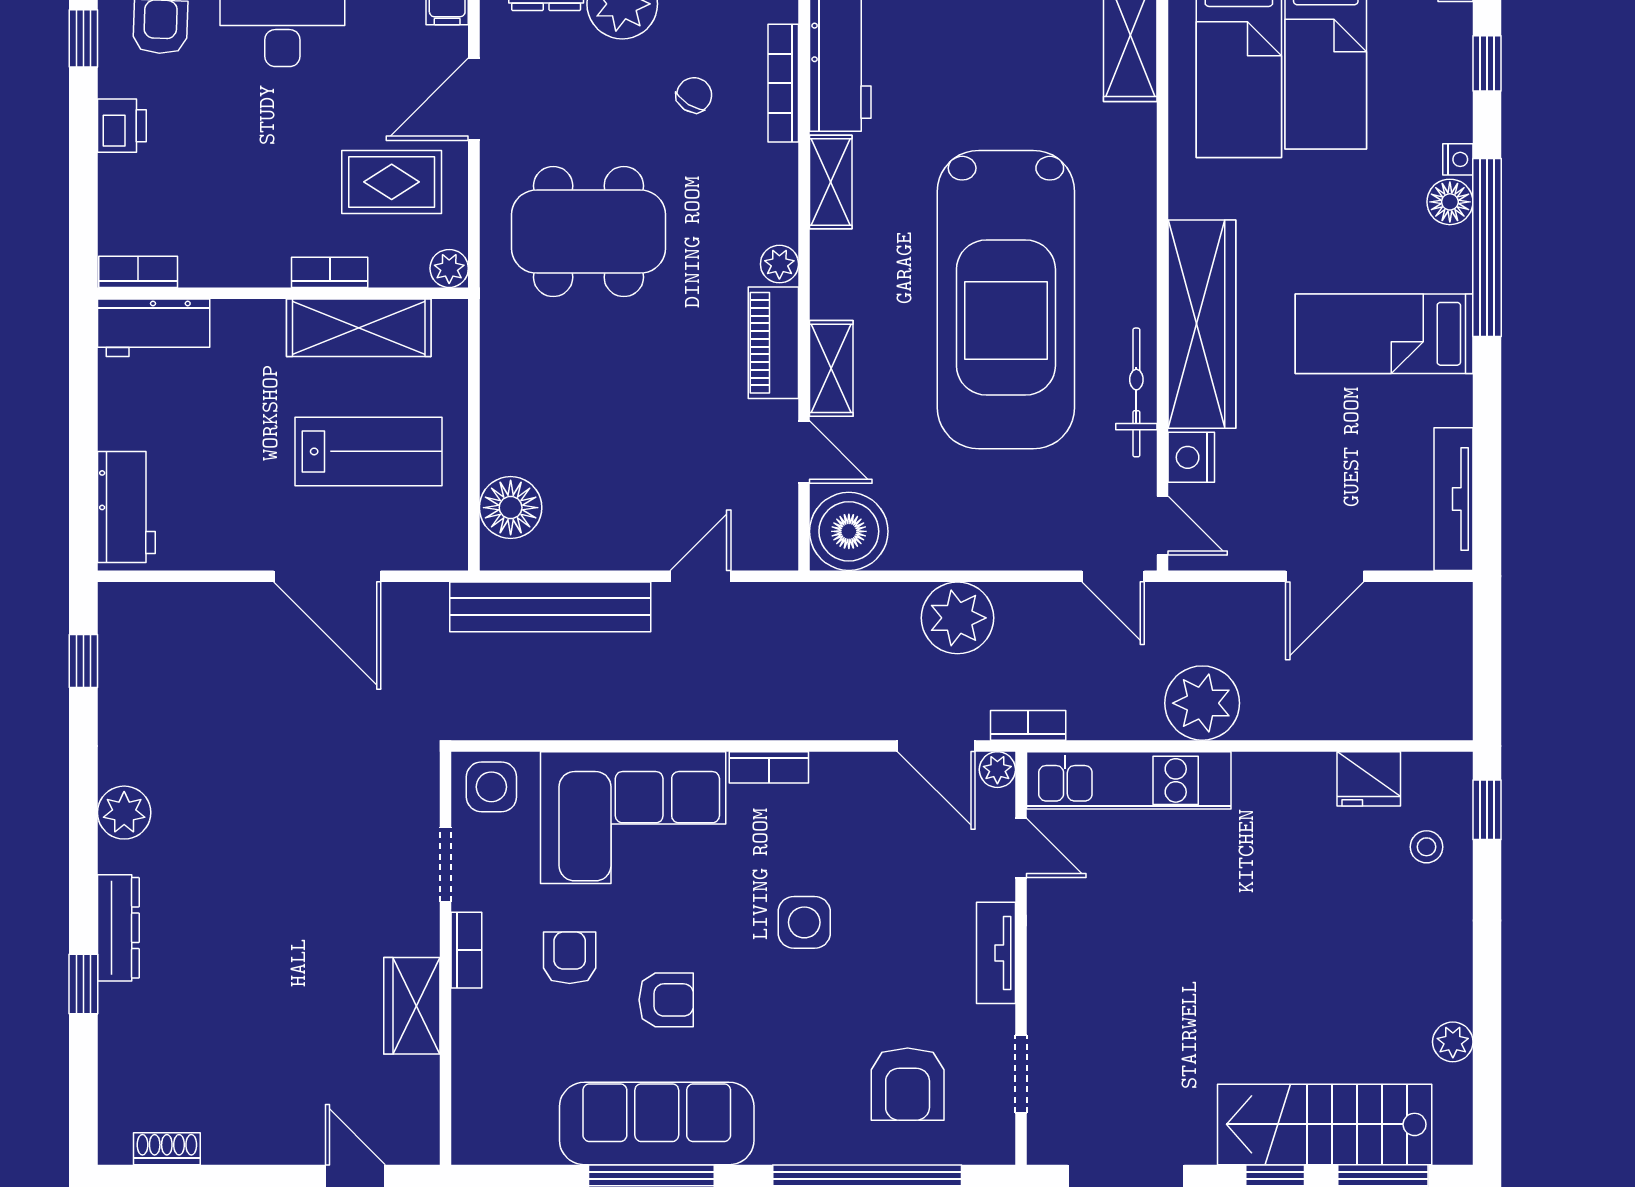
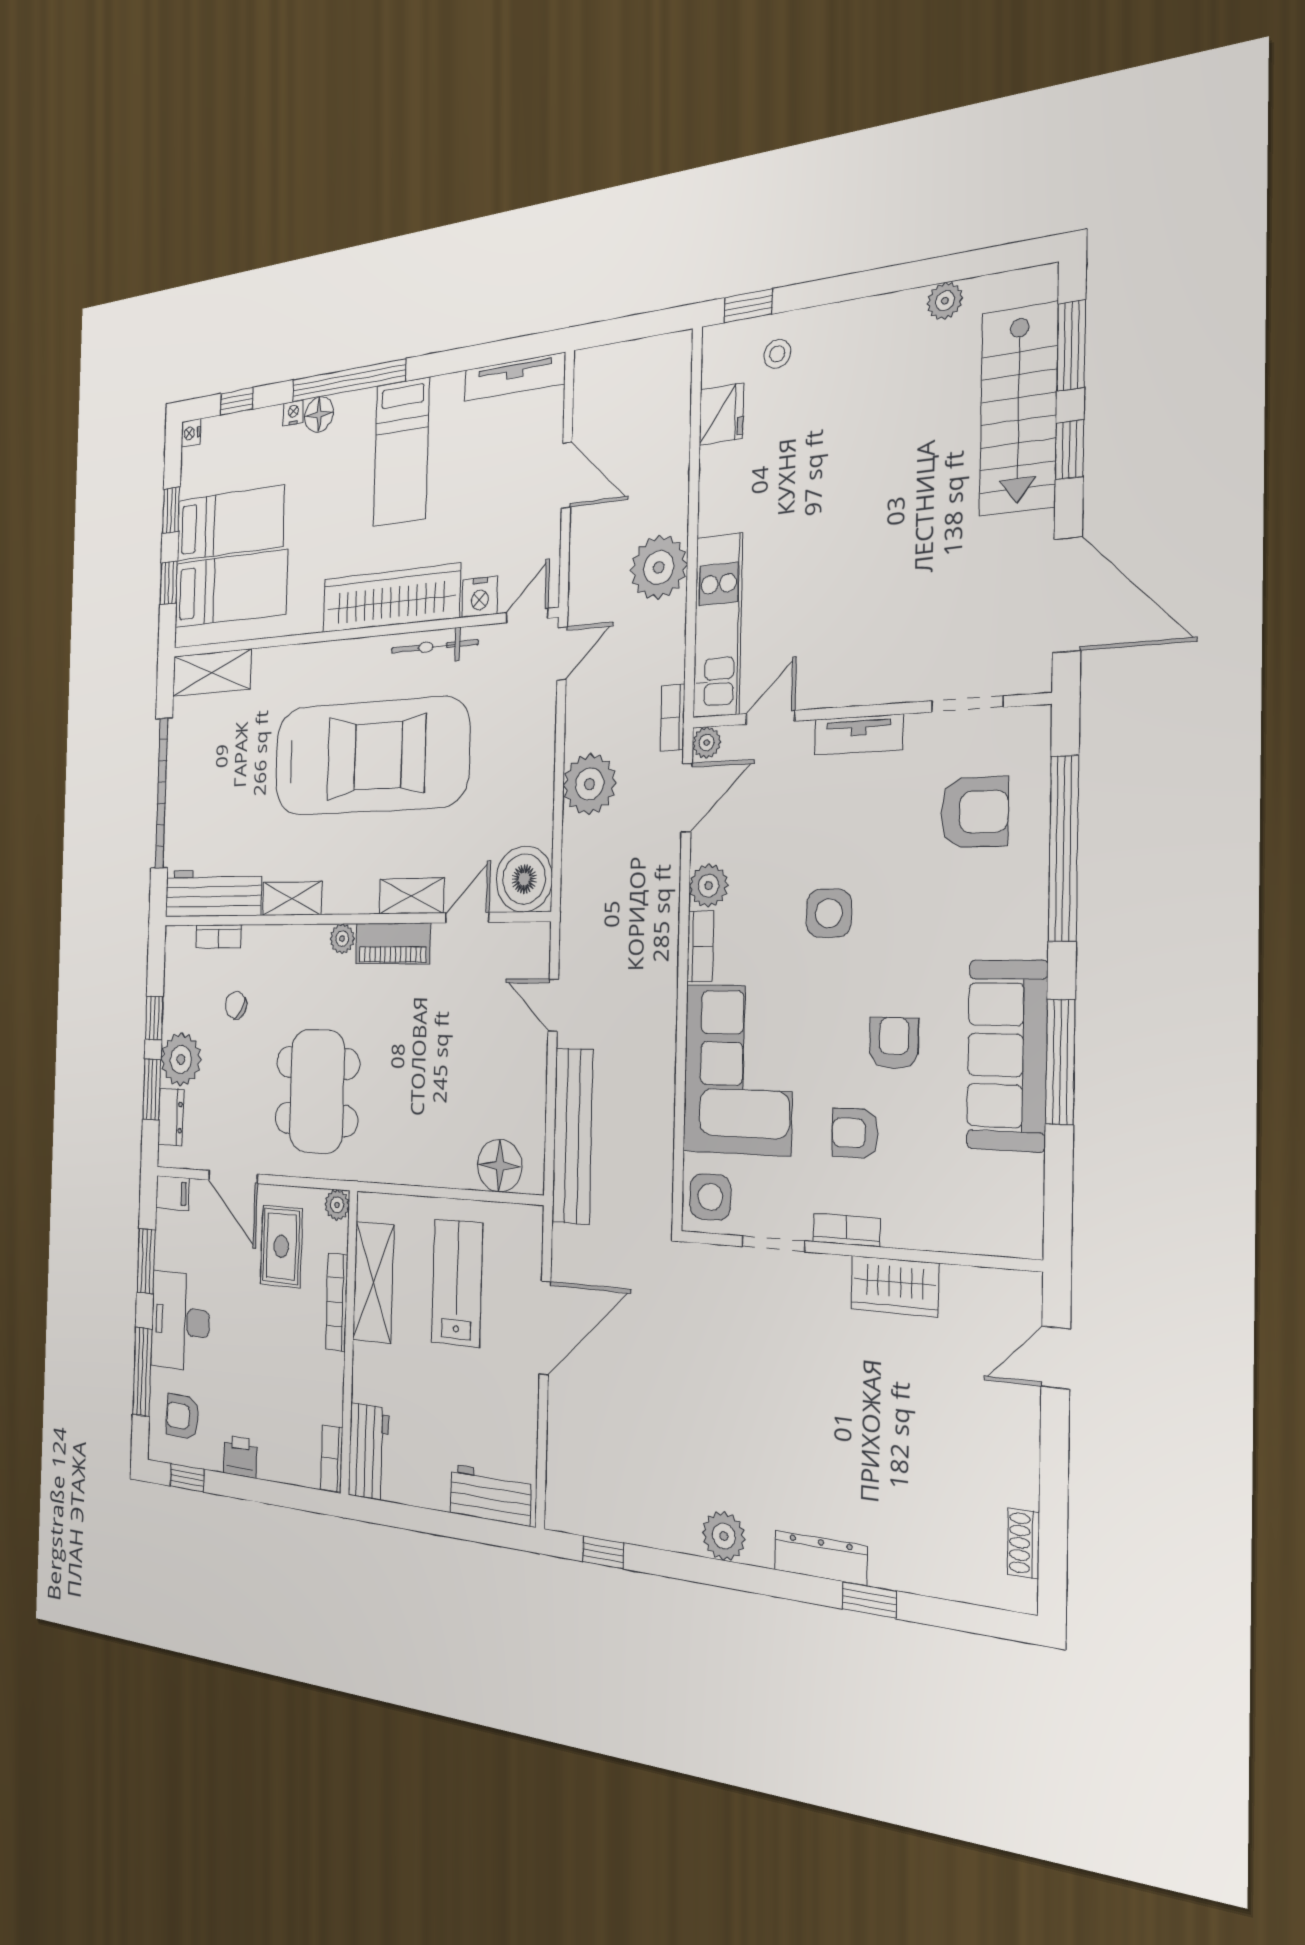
bookcase: (783, 83) -> (219, 936), width x0.64
bookcase: (330, 272) -> (337, 1302), width x1.56
plant: (837, 776) -> (709, 886), added

